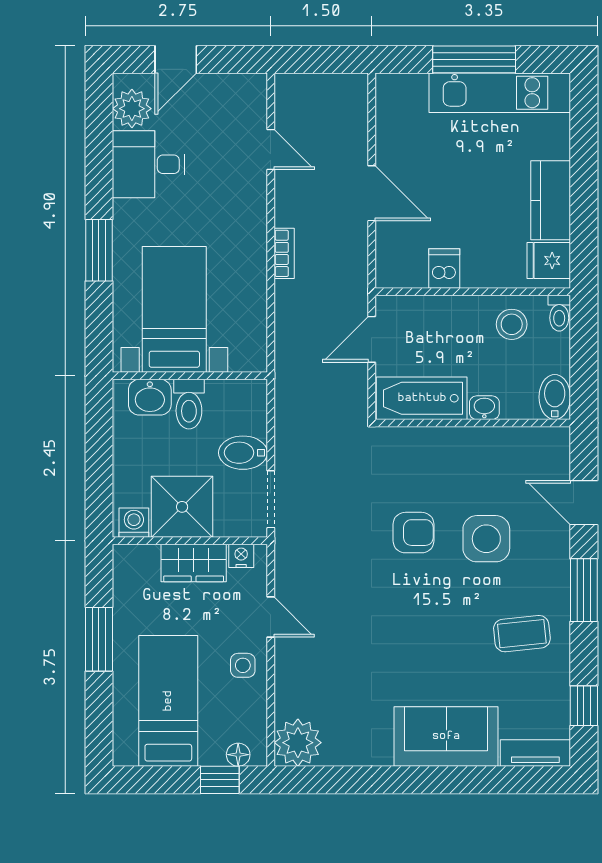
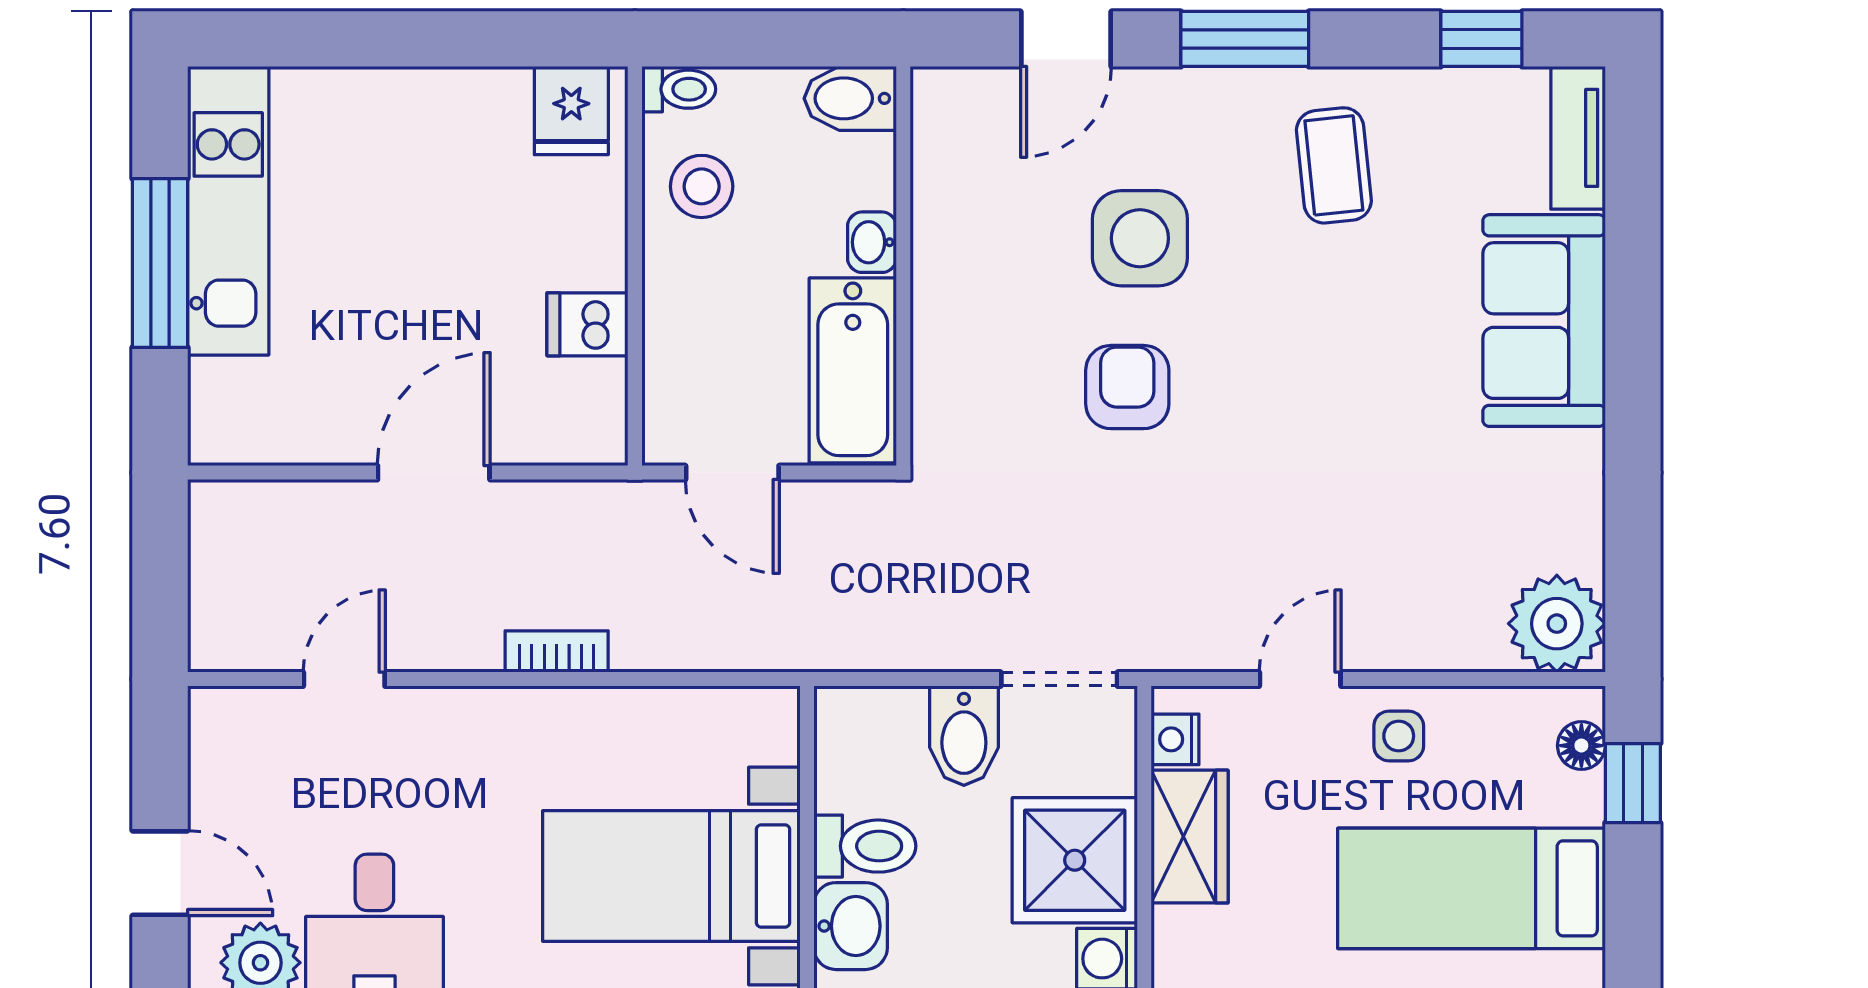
kitchen counter: (551, 200) -> (448, 107), removed

